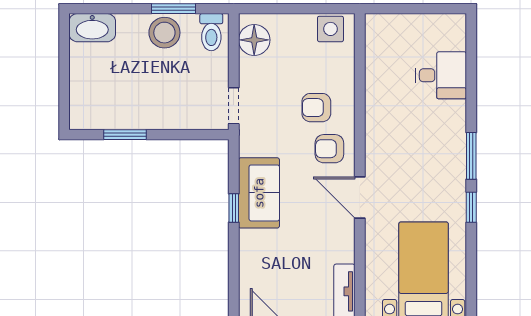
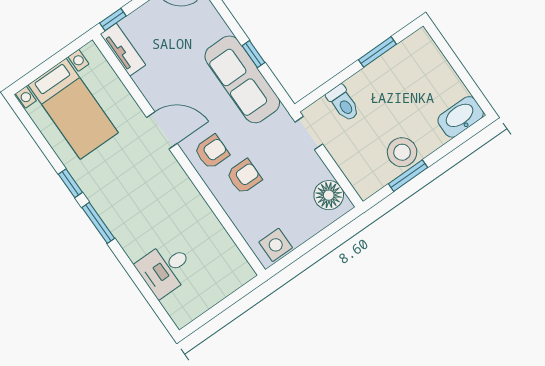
toilet: (211, 32) -> (343, 103), moved, turned 180
sofa: (259, 193) -> (242, 79), width x1.36

